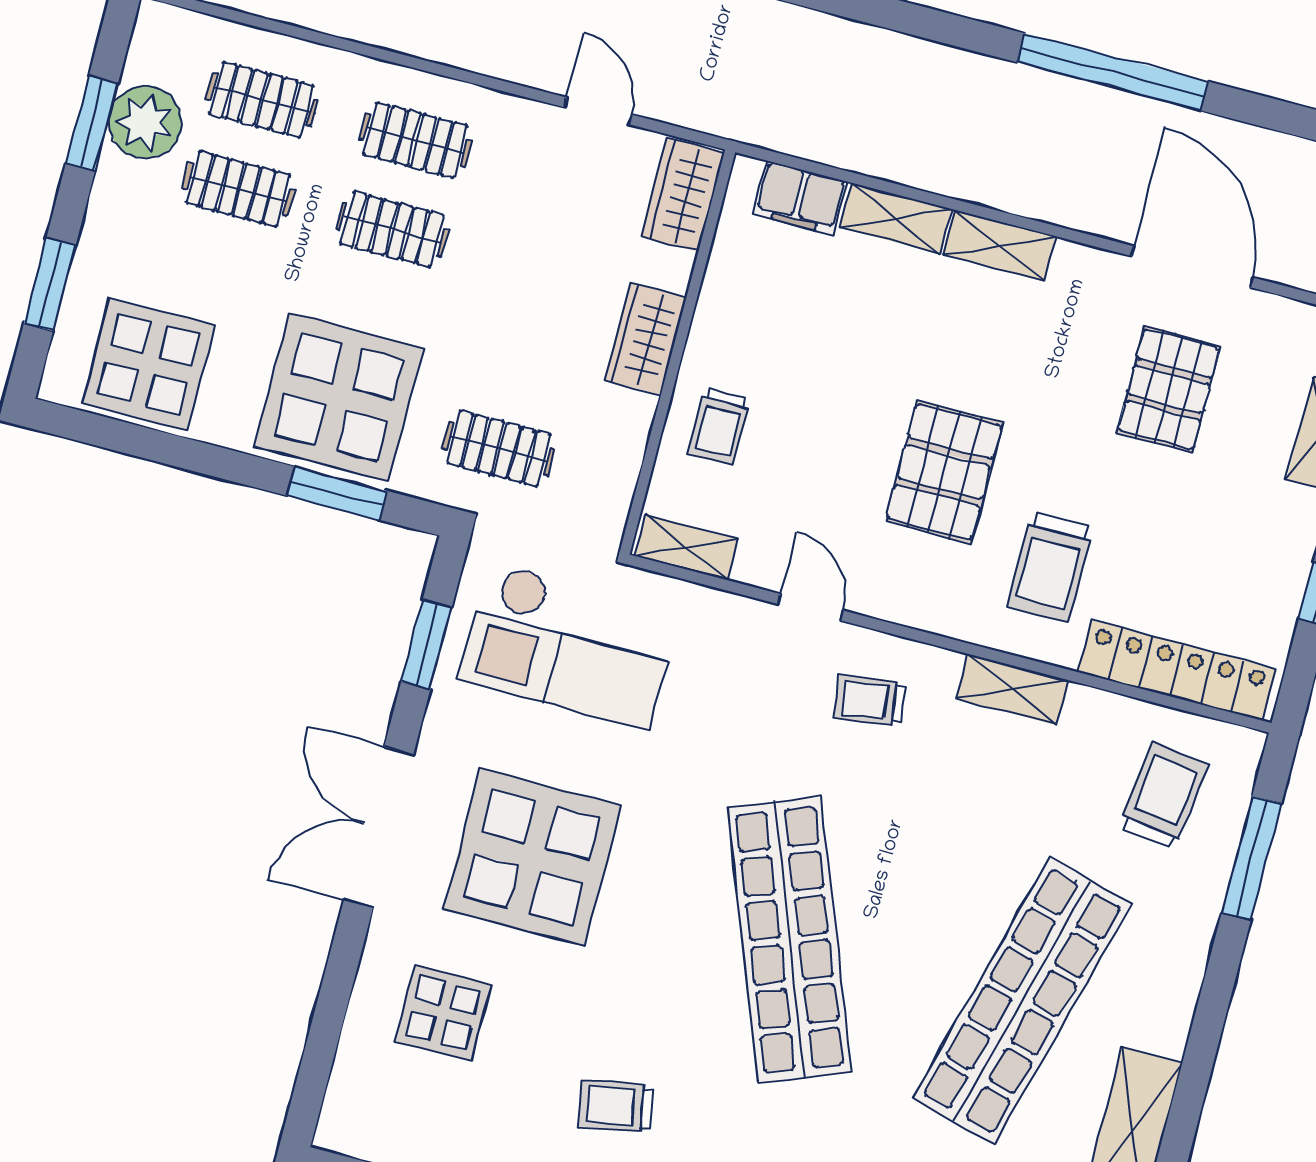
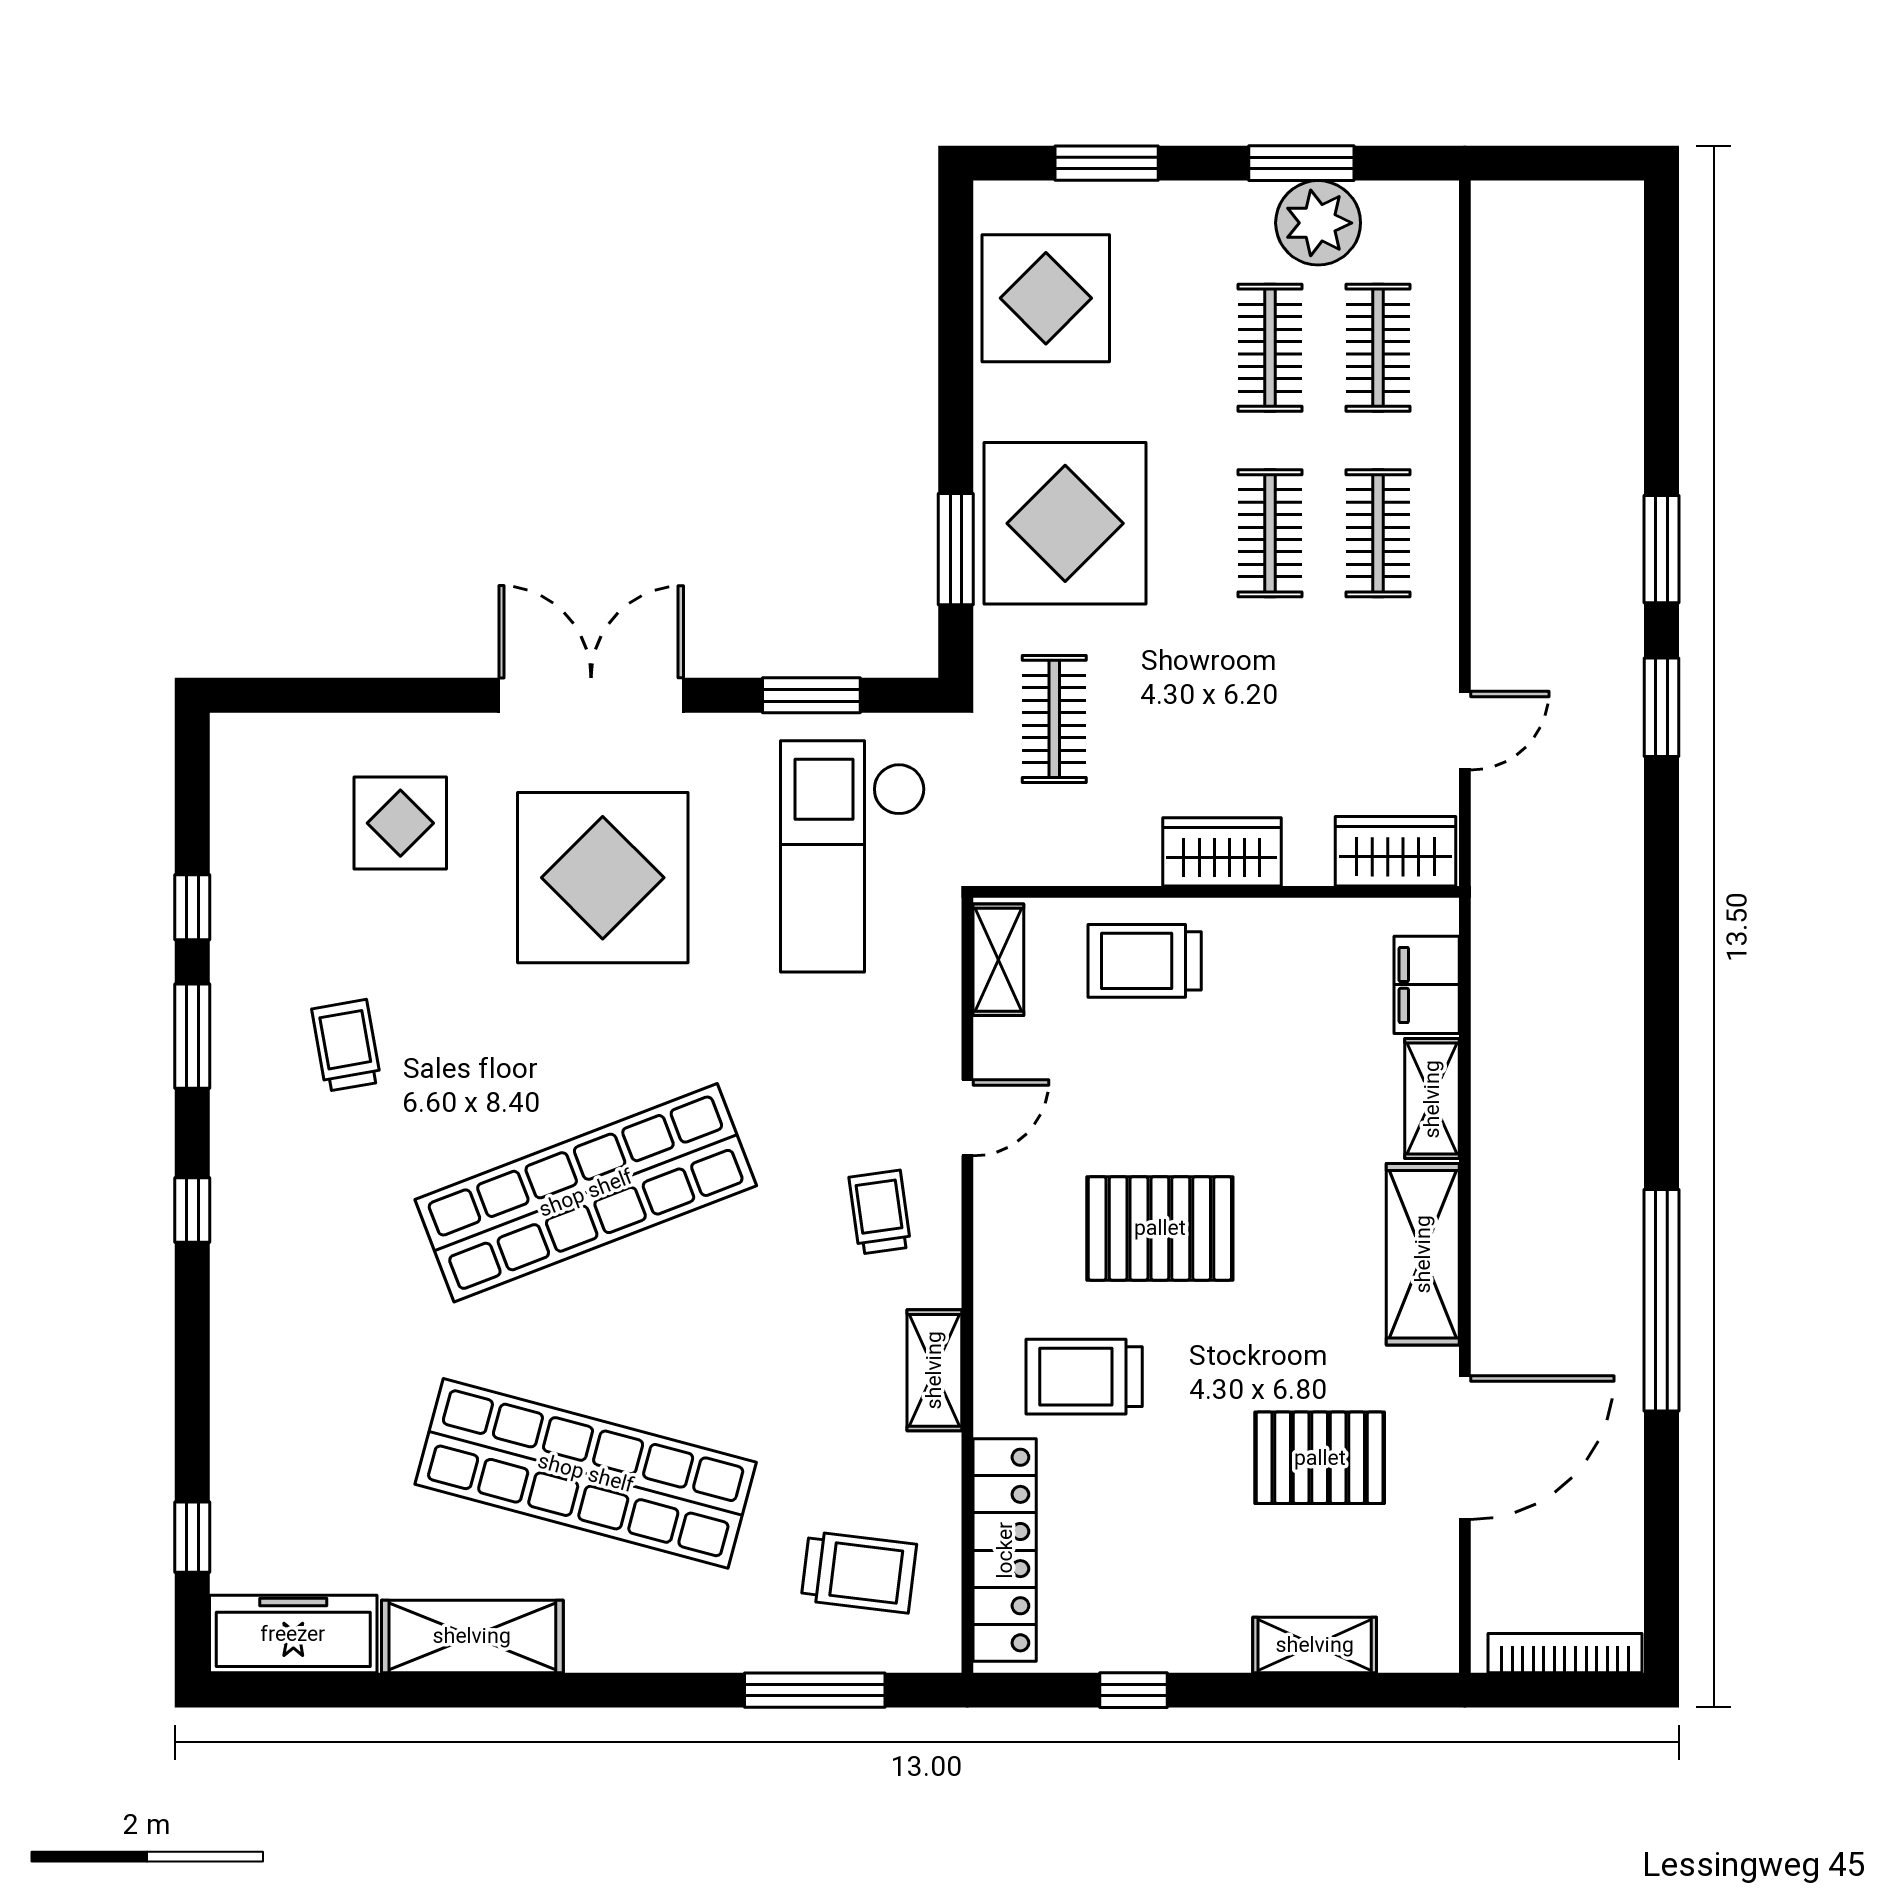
shelving: (999, 246) -> (1423, 1254), width x1.50, depth x1.33
trolley: (719, 426) -> (1145, 961), width x1.36, depth x1.39

